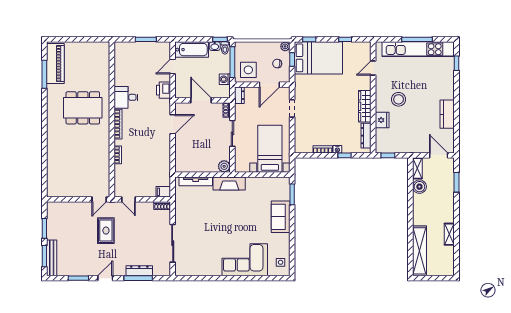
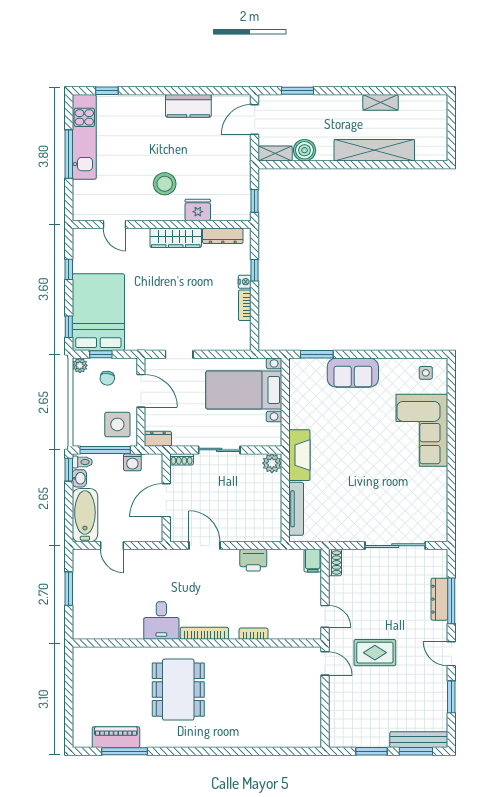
kitchen unit: (418, 49) -> (84, 137), width x0.73
piano: (55, 64) -> (116, 737), width x0.73, depth x0.75
printer: (164, 90) -> (253, 560), moved
door: (129, 199) -> (325, 616), hinge flipped
shelving: (419, 251) -> (374, 150), moved

